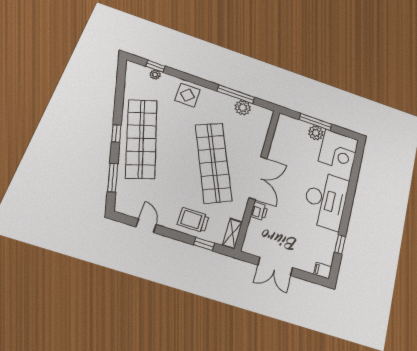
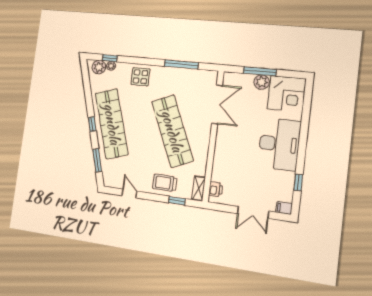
plant: (243, 108) -> (99, 67), moved
double door: (258, 178) -> (217, 104), moved
printer: (259, 211) -> (216, 189), moved
double door: (275, 266) -> (253, 212), moved

